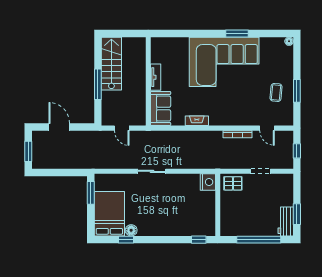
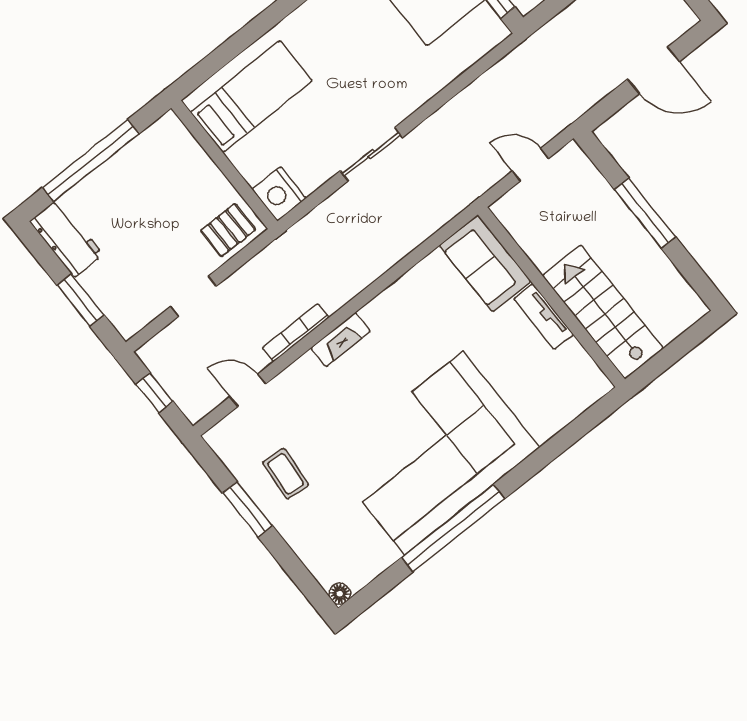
window: (237, 33) -> (453, 528), width x2.11
stairs: (111, 64) -> (603, 312), moved, turned 180
fireplace: (197, 121) -> (341, 340), moved
sliding door: (152, 171) -> (371, 154), moved
window: (297, 214) -> (81, 300), moved
bed: (192, 219) -> (251, 96), added
window: (199, 240) -> (208, 67), removed

